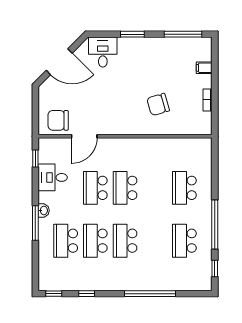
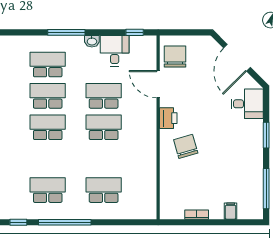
chair: (158, 104) -> (186, 146), moved
printer: (116, 127) -> (168, 118), added
washbasin: (44, 210) -> (92, 41), moved

